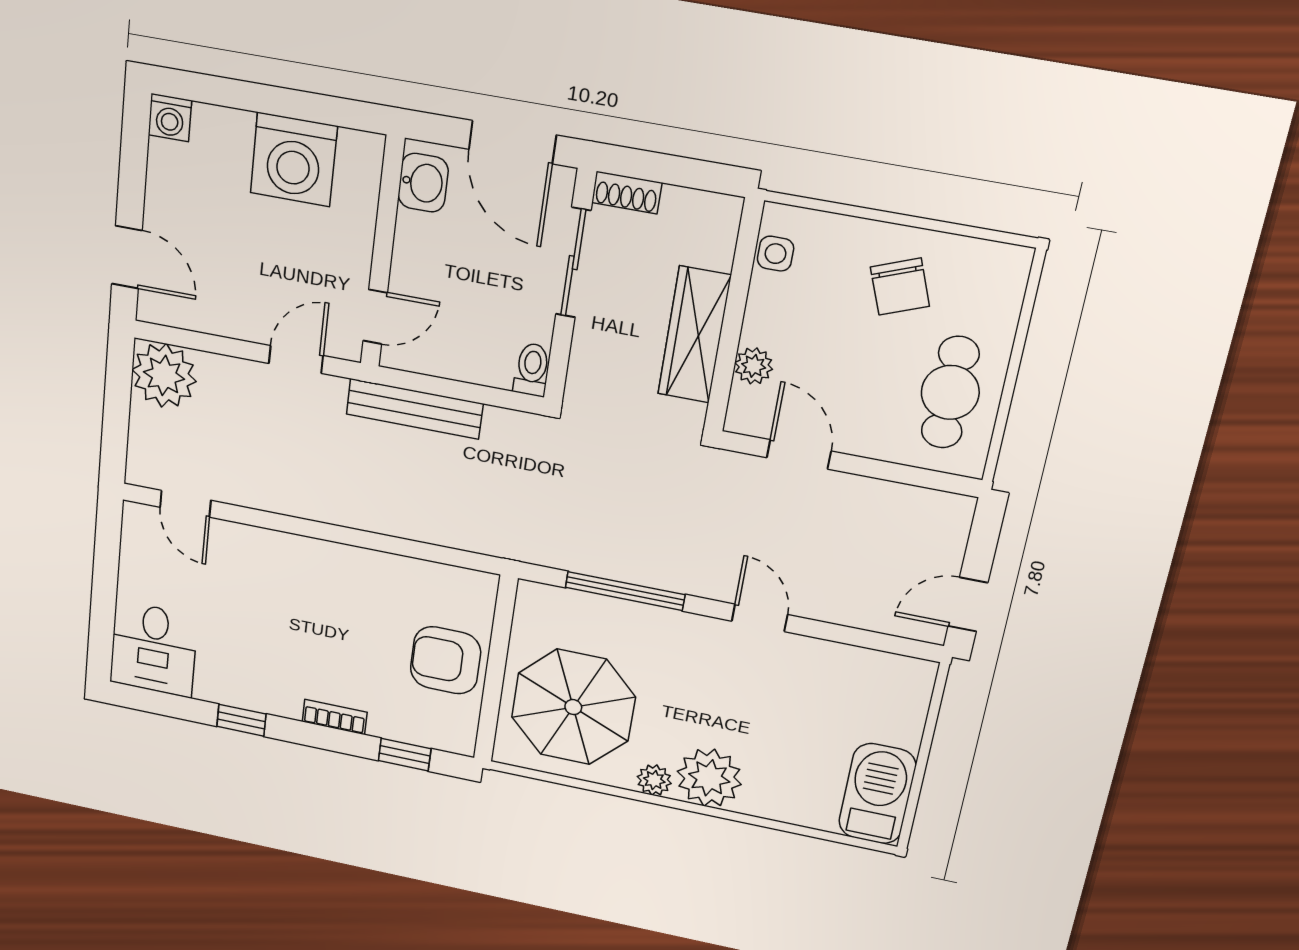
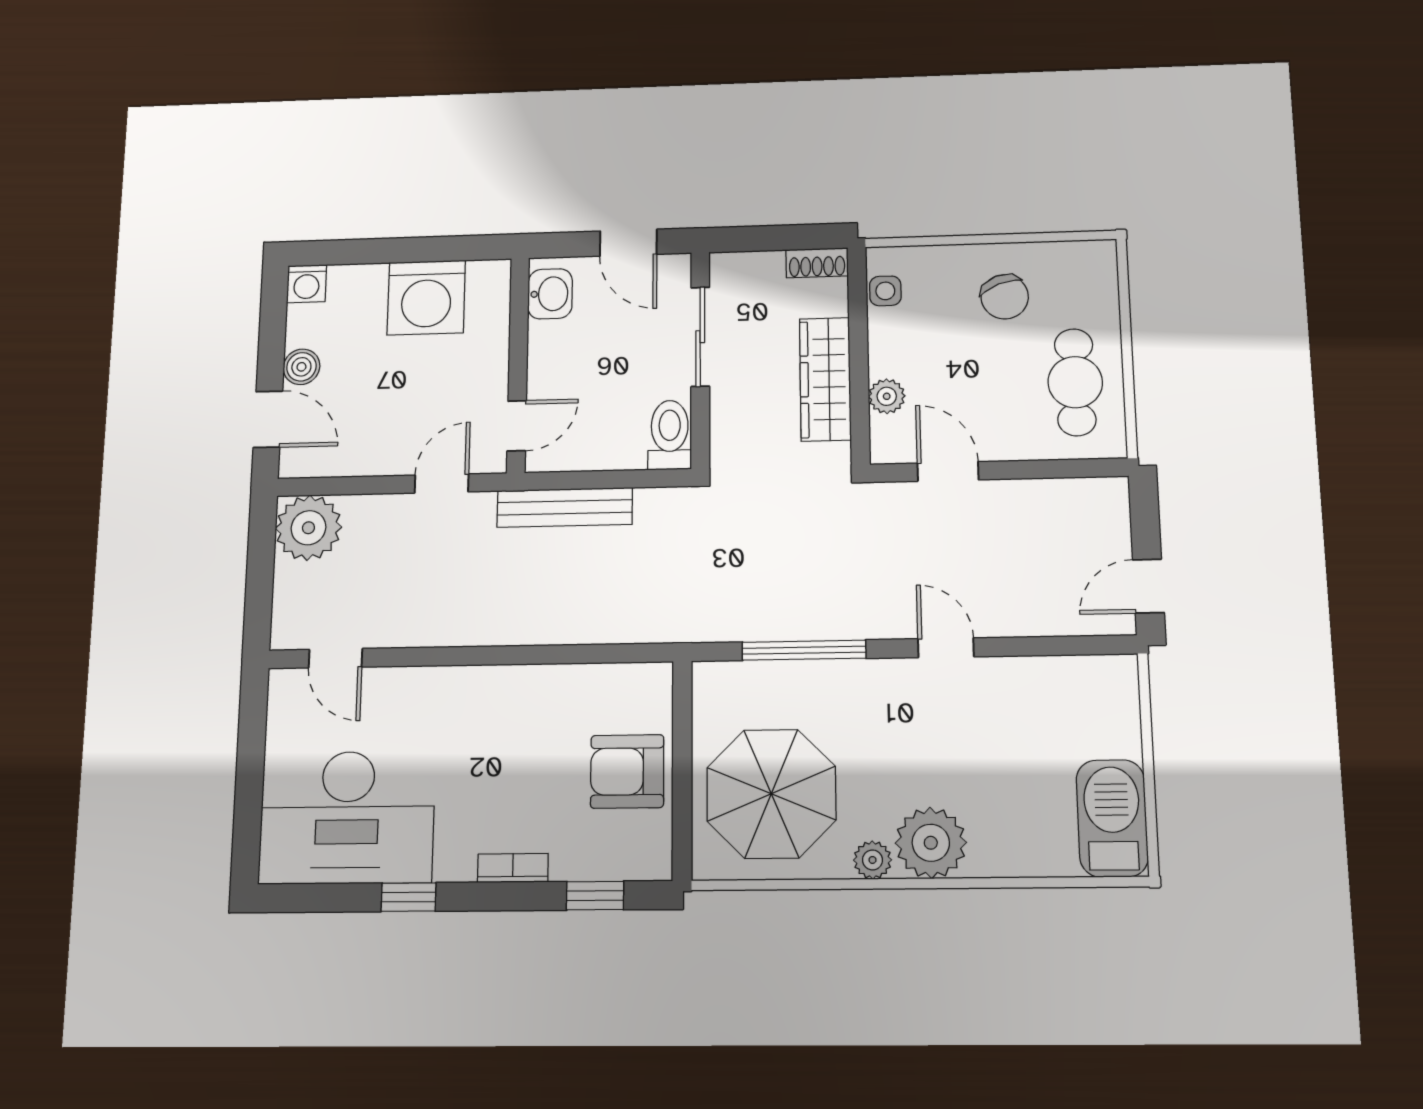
door: (512, 142) -> (628, 243), width x0.73
shoe rack: (627, 193) -> (817, 263), moved
boiler: (162, 209) -> (301, 367), added
toilet: (532, 370) -> (670, 435), width x1.37, depth x1.39
desk: (154, 649) -> (347, 817), width x1.87, depth x1.30

